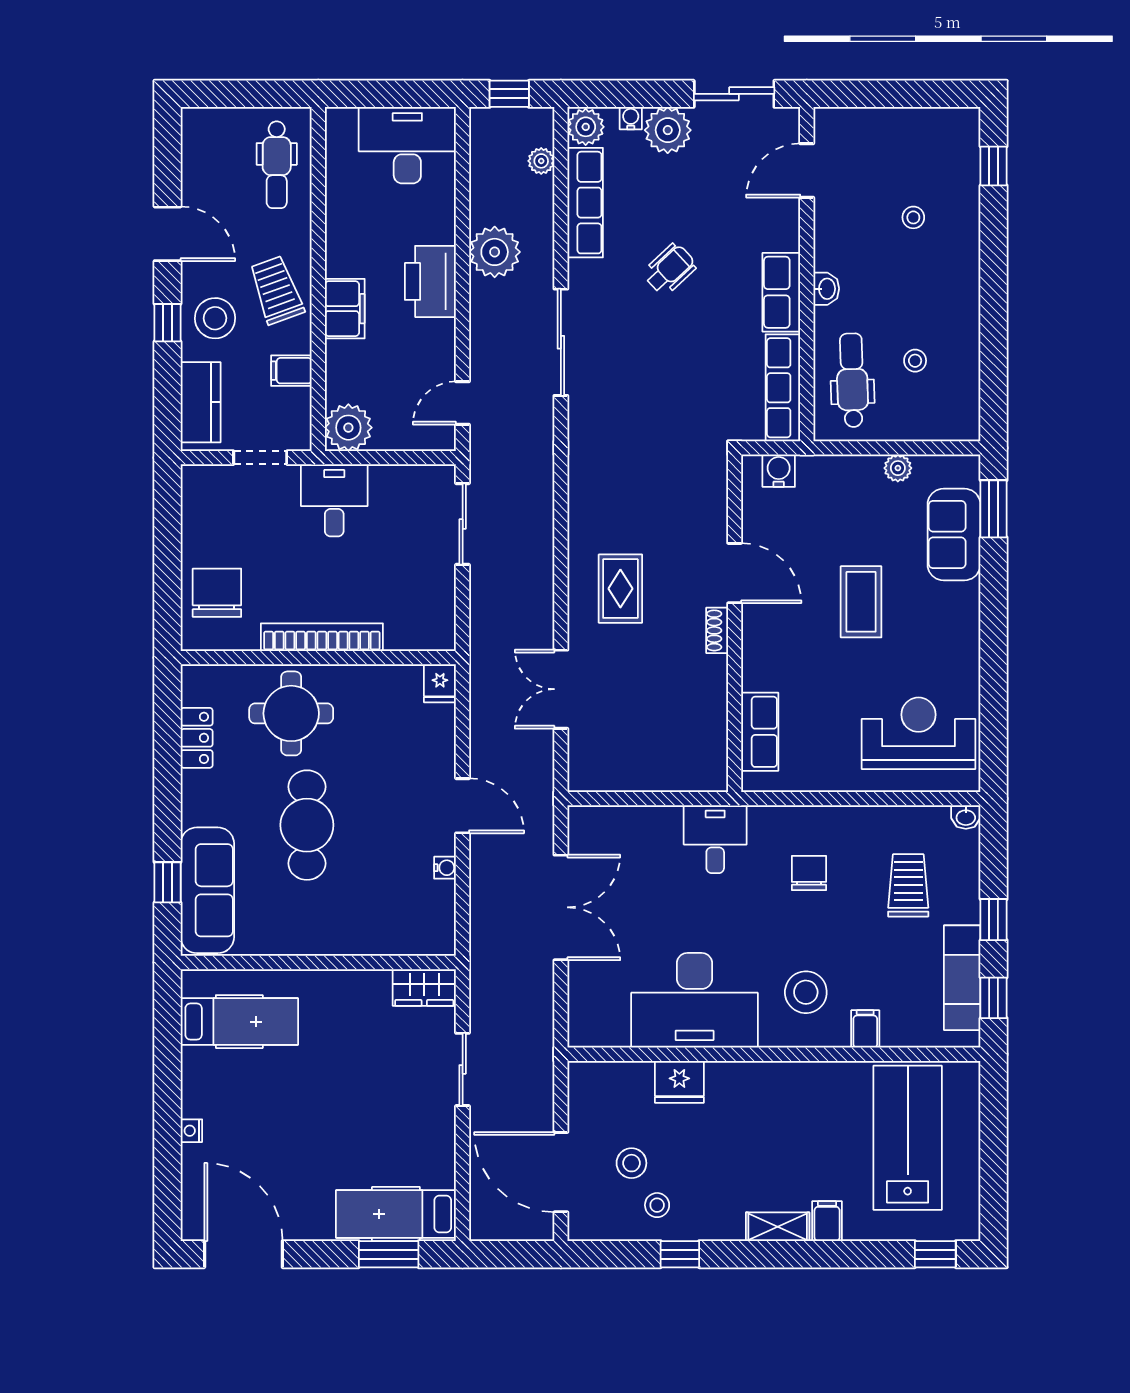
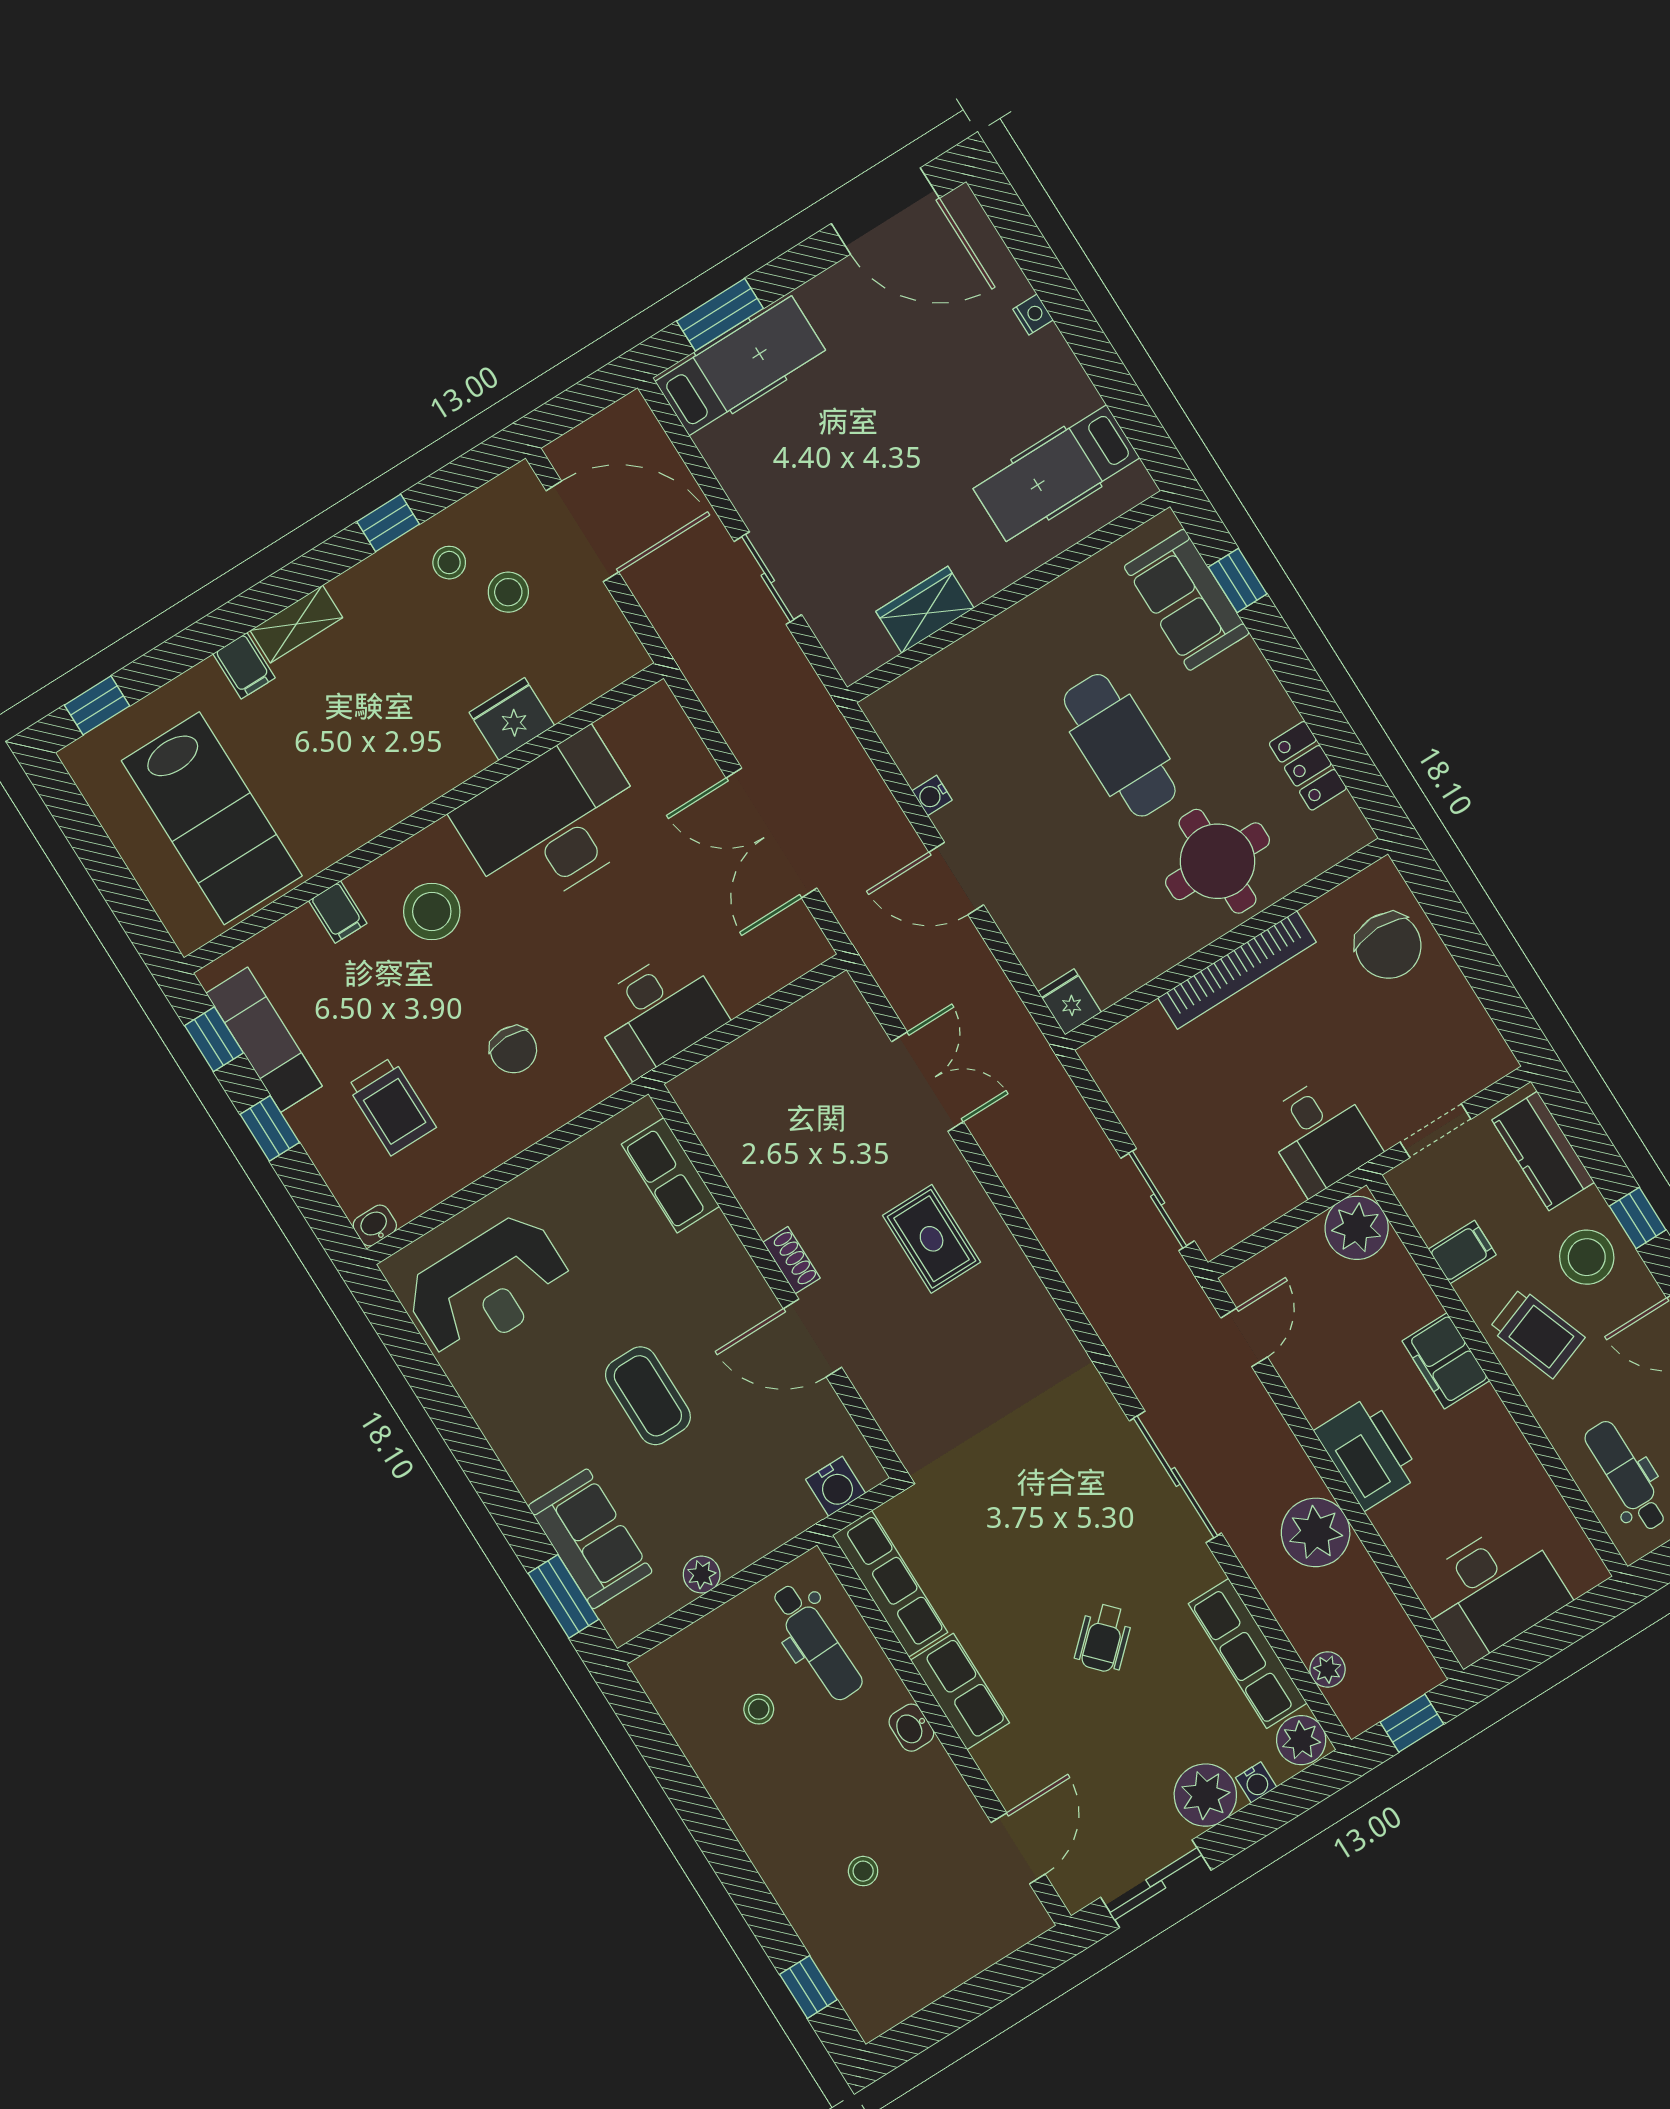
desk: (715, 839) -> (658, 1013), width x1.37
sofa: (207, 890) -> (1187, 600), width x0.73
wardrobe: (424, 987) -> (925, 610), moved

